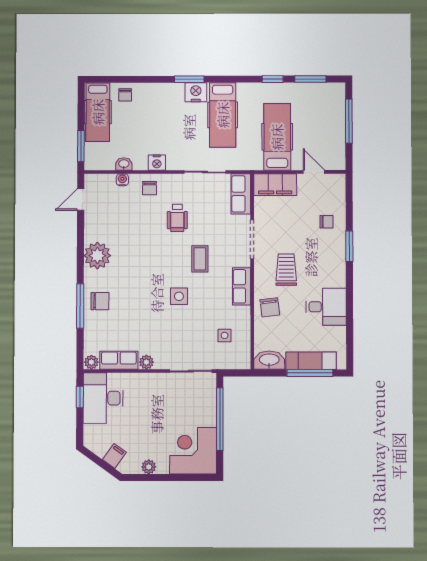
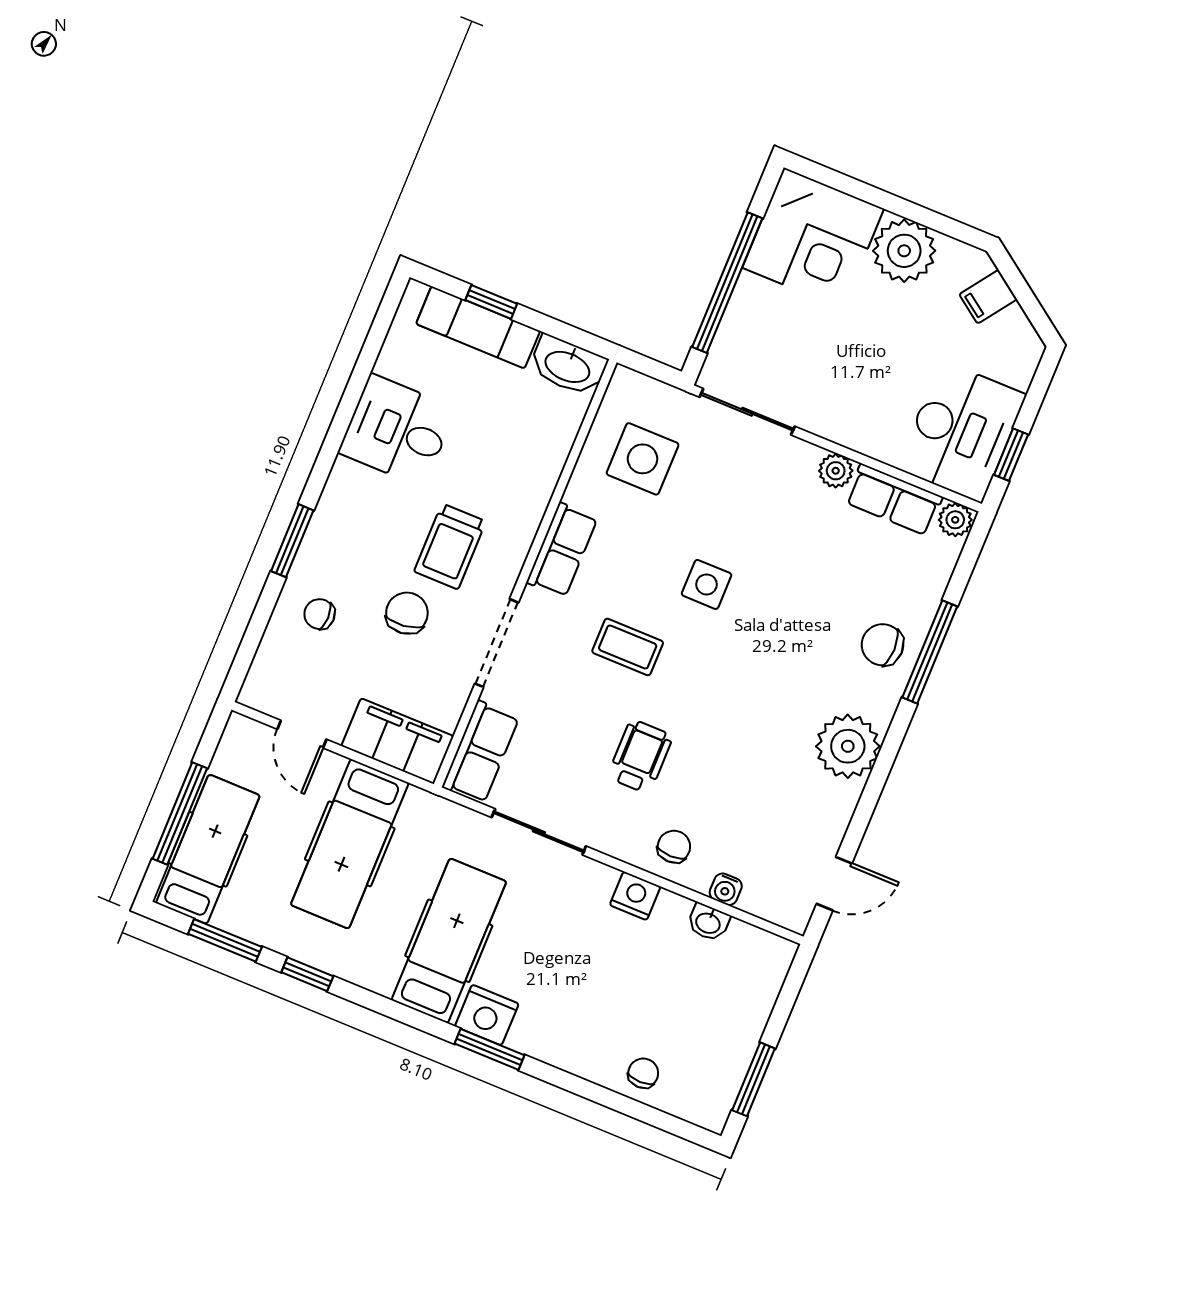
hospital bed: (98, 112) -> (208, 849), moved
window: (81, 146) -> (754, 1079), moved
coffee table: (200, 259) -> (628, 647), turned 90
chair: (270, 307) -> (407, 613), moved
side table: (225, 335) -> (643, 459), width x1.87, depth x1.87
window: (310, 373) -> (491, 302), width x0.46
plant: (149, 467) -> (904, 251), width x1.87, depth x1.87

